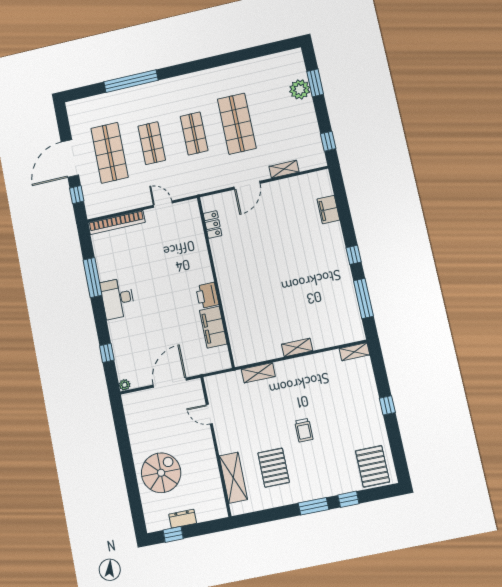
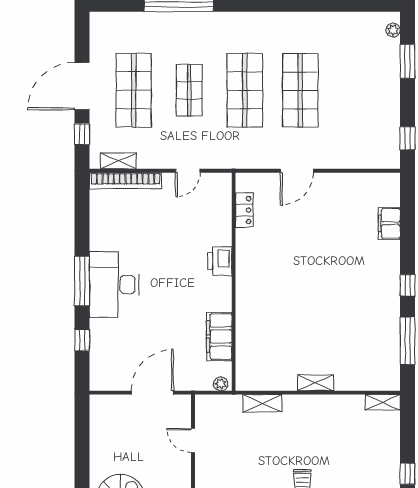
plant: (300, 89) -> (393, 30), moved, width x0.53, depth x0.53
shop shelf: (194, 133) -> (245, 90), width x1.43, depth x1.36
shelving: (284, 169) -> (118, 161), moved
door: (163, 204) -> (188, 171), swing flipped
window: (93, 278) -> (82, 281), moved
printer: (207, 295) -> (220, 261), moved
desk: (118, 298) -> (114, 285), width x1.36, depth x1.30
plant: (125, 385) -> (221, 384), moved

